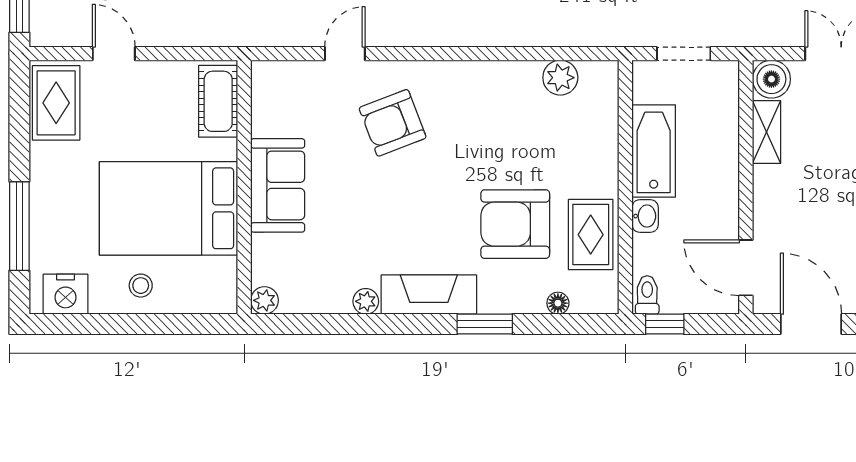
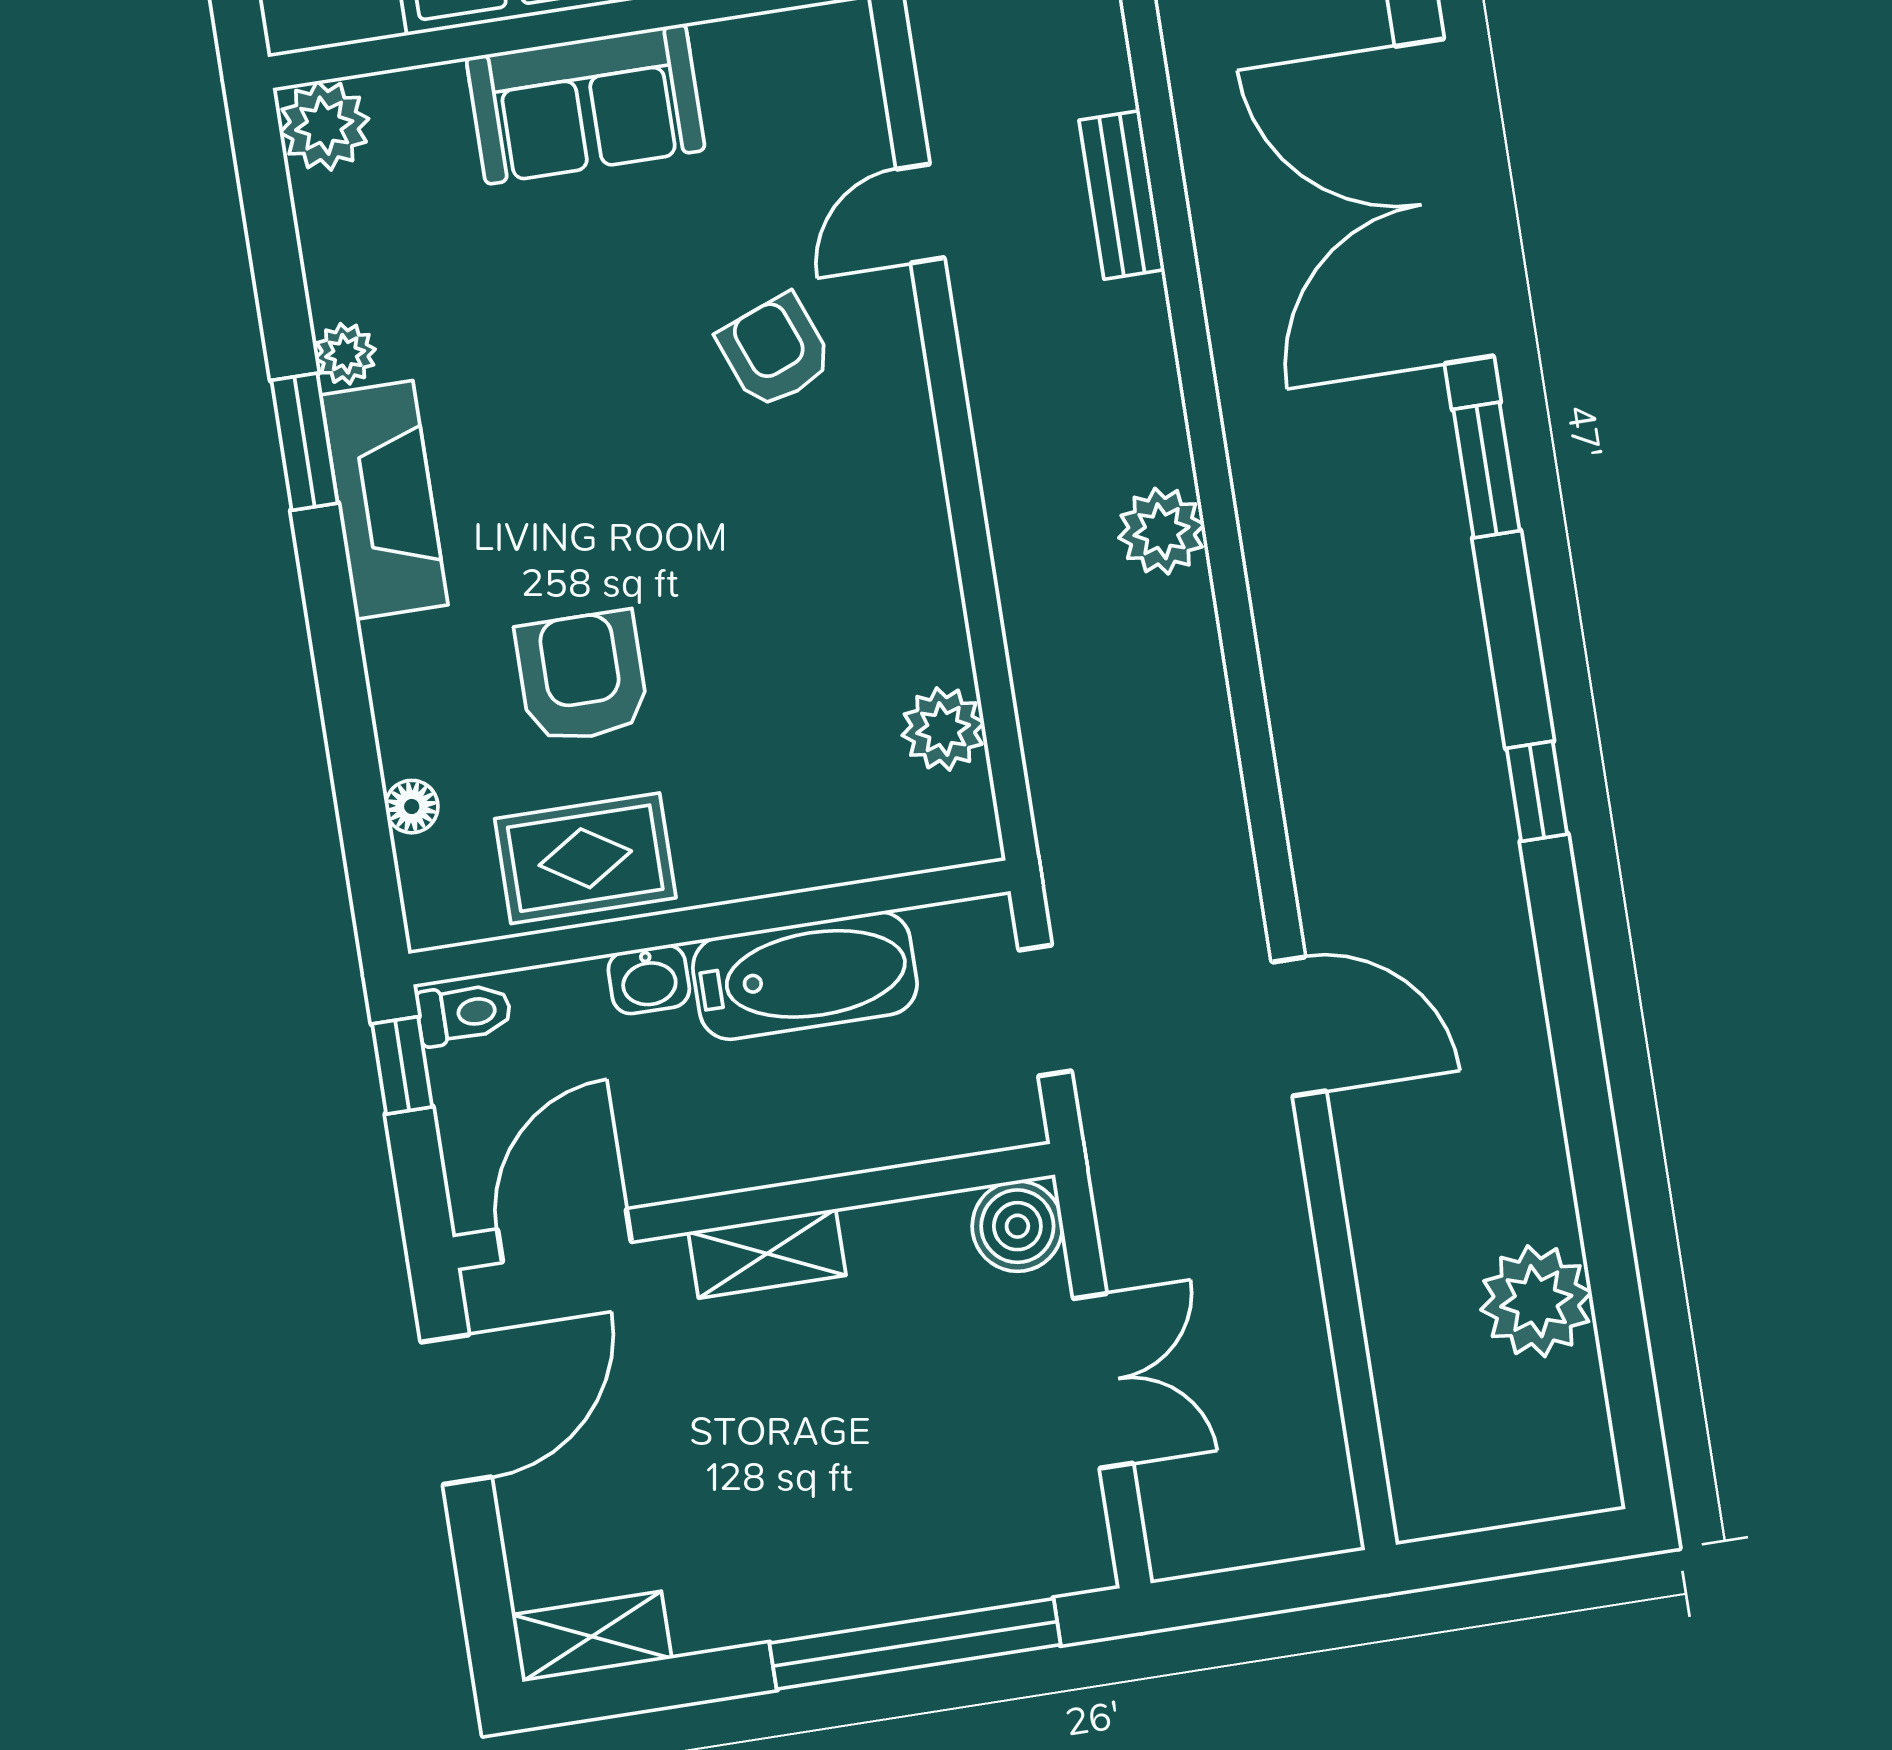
door: (345, 54) -> (920, 213), swing flipped
armchair: (393, 123) -> (775, 351), width x0.72, depth x0.72
shelving: (767, 132) -> (767, 1254), moved
armchair: (515, 224) -> (582, 677), width x0.73, depth x0.73
plant: (264, 300) -> (324, 126), width x1.38, depth x1.38
window: (485, 324) -> (304, 442), moved

